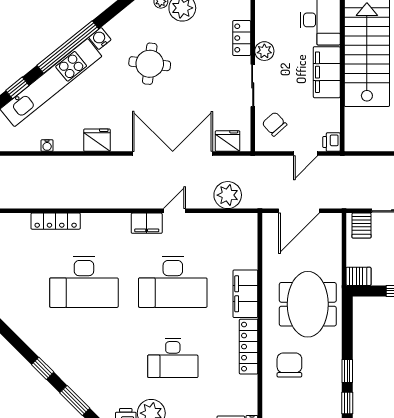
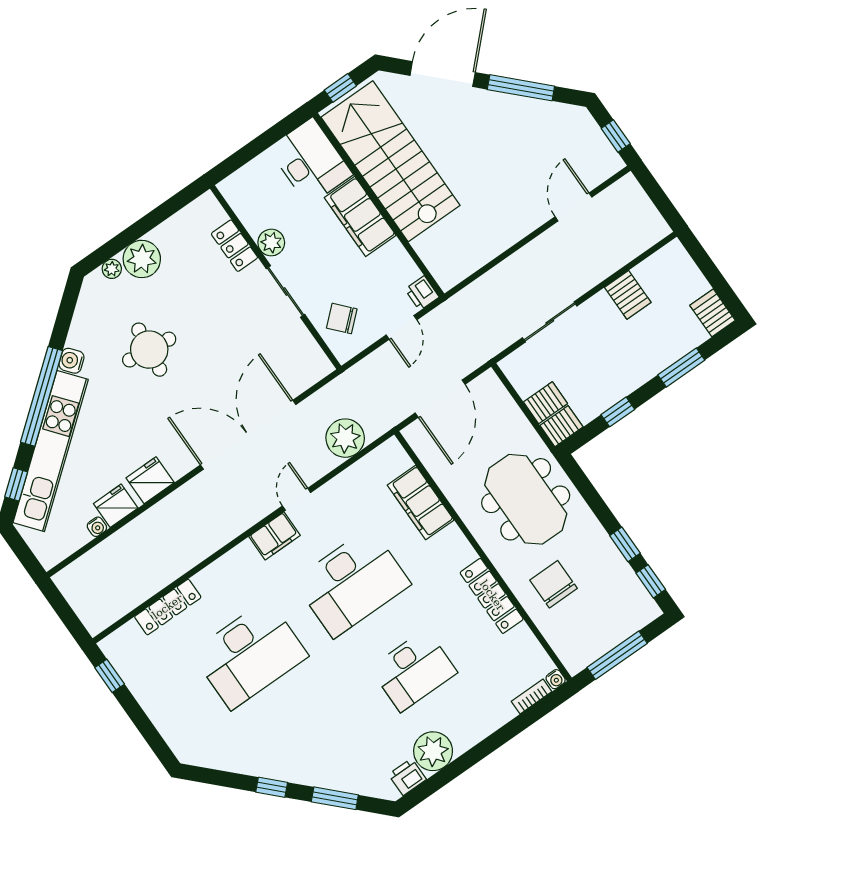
fridge: (228, 141) -> (116, 506), moved
server rack: (361, 226) -> (545, 403), moved, turned -90
filing cabinet: (245, 294) -> (421, 503), moved

